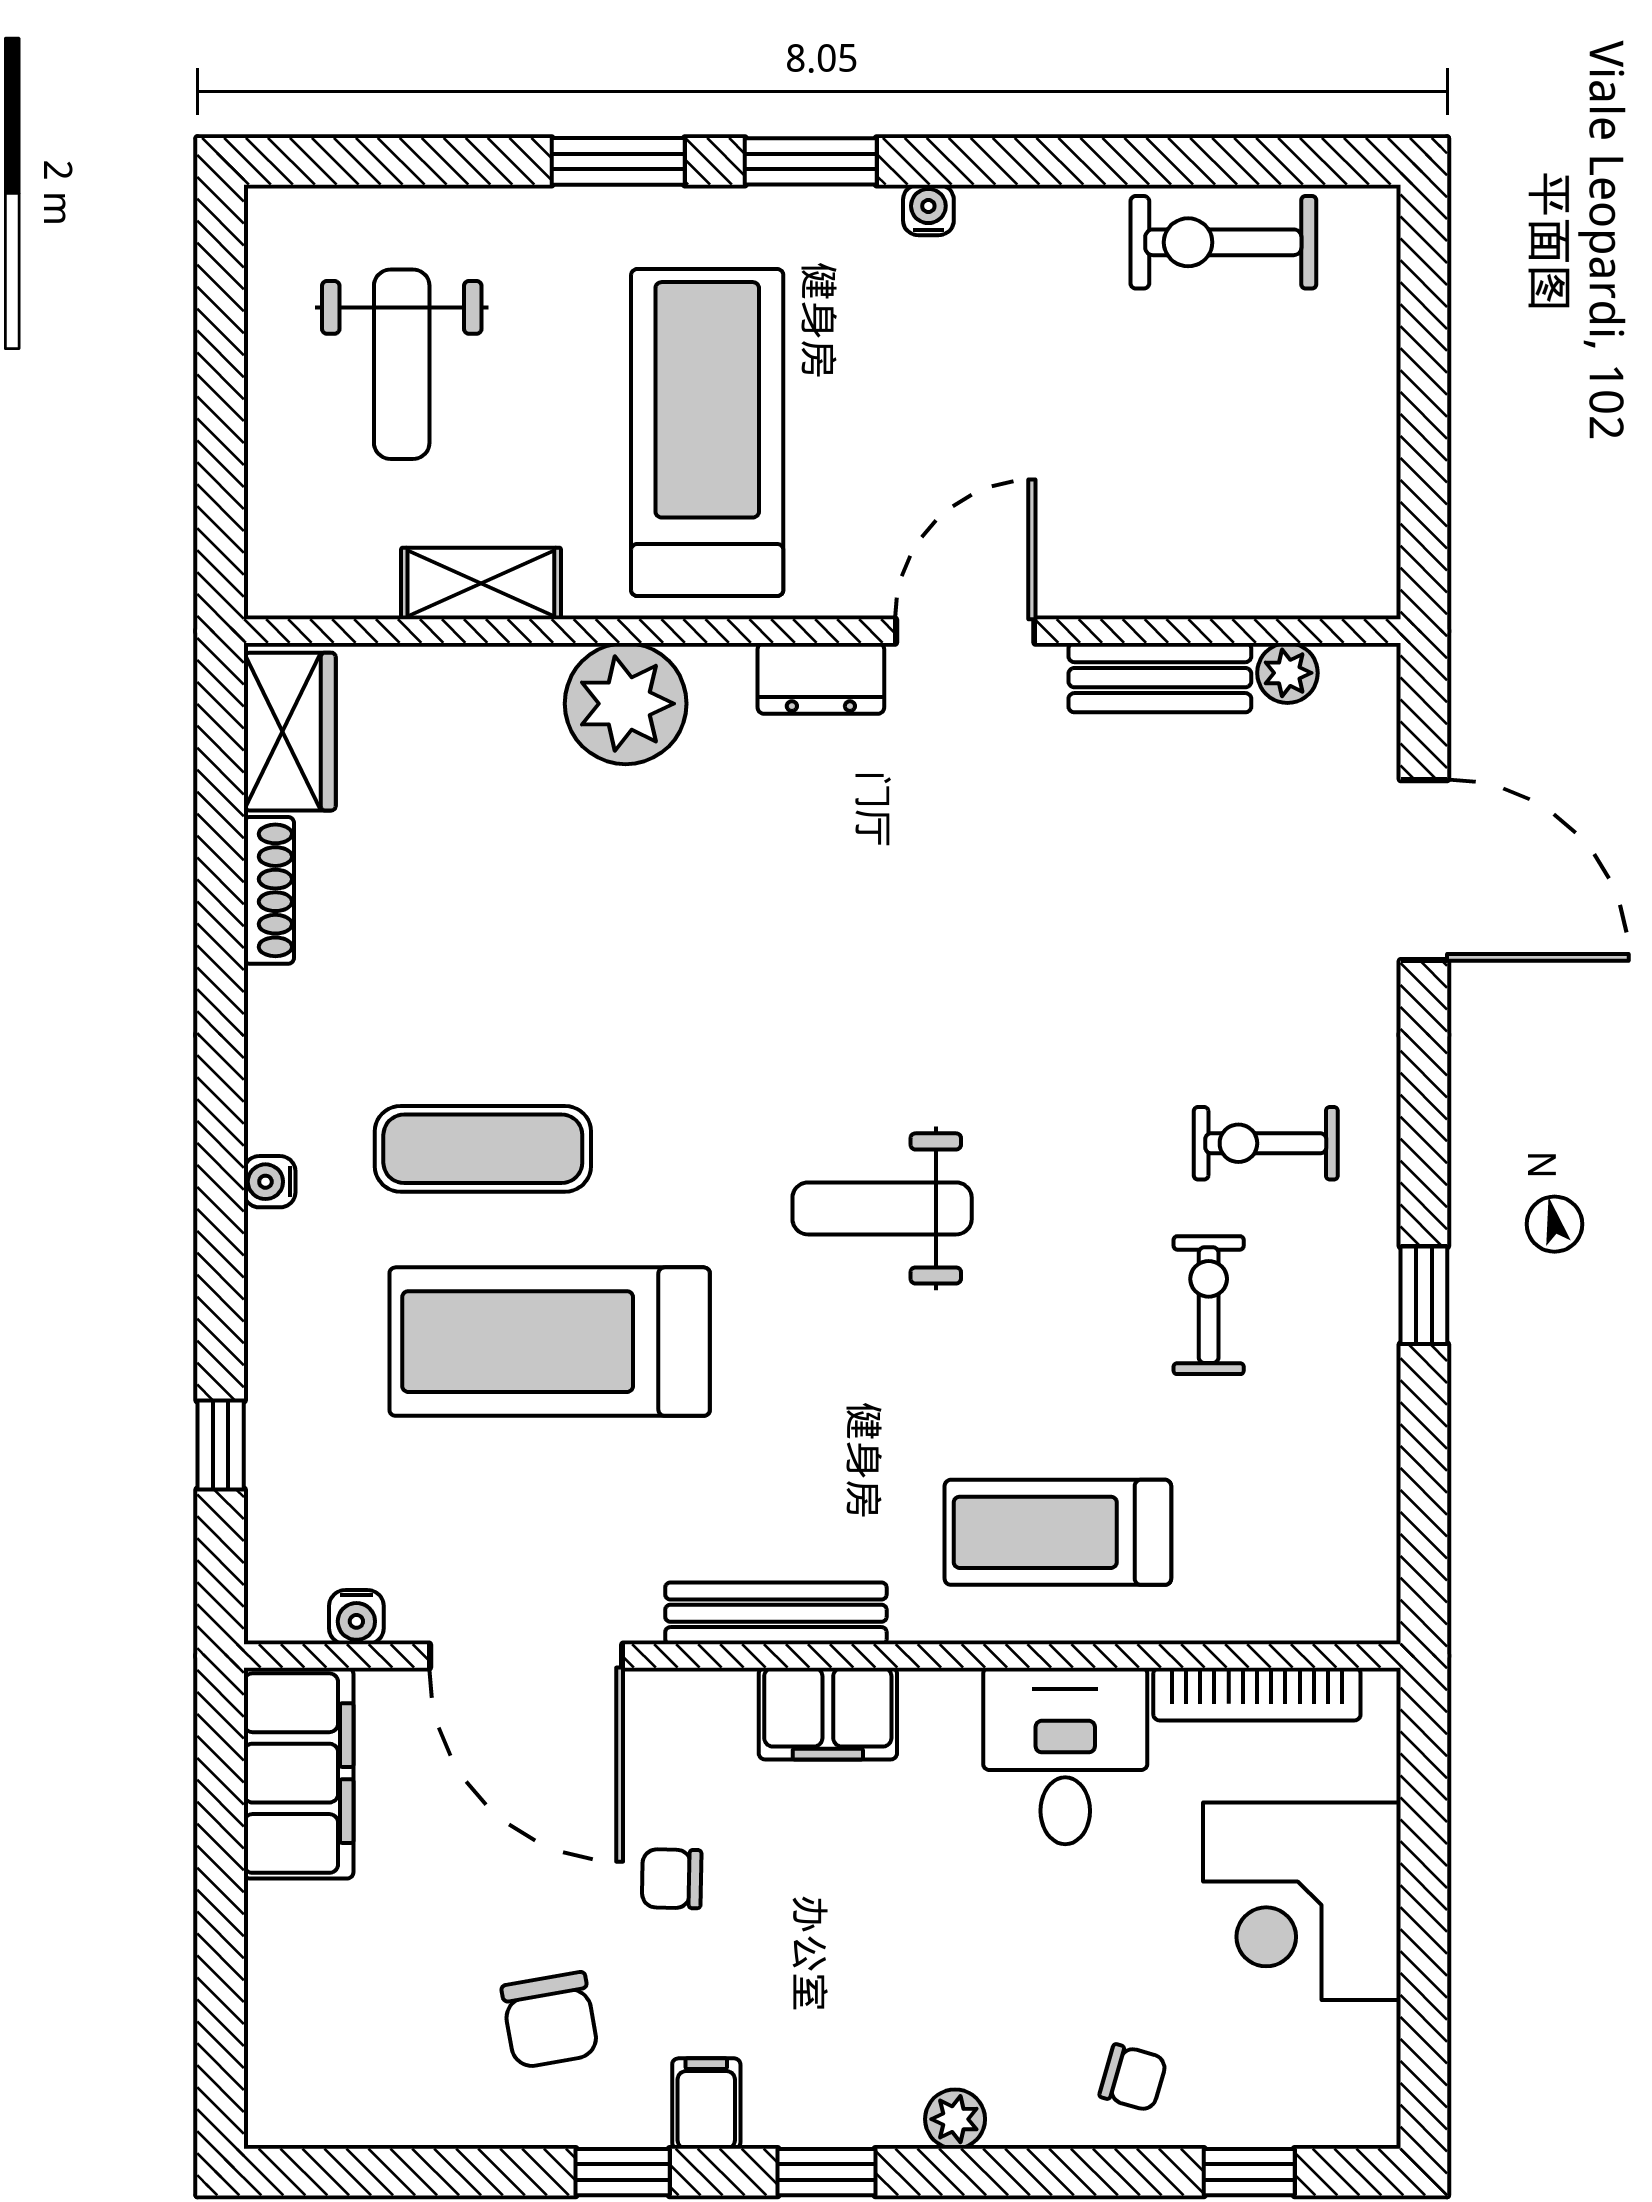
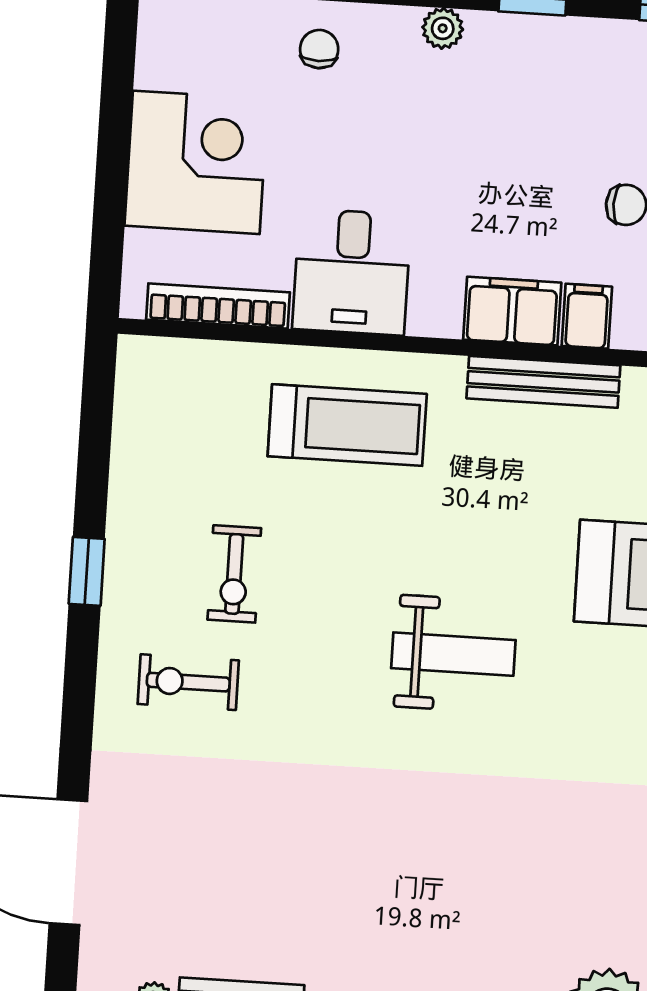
exercise bike: (1266, 1143) -> (188, 682), turned 180
chair: (1133, 2078) -> (319, 49), turned 74
filing cabinet: (706, 2104) -> (587, 316), moved, turned 180

